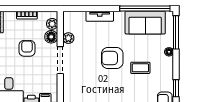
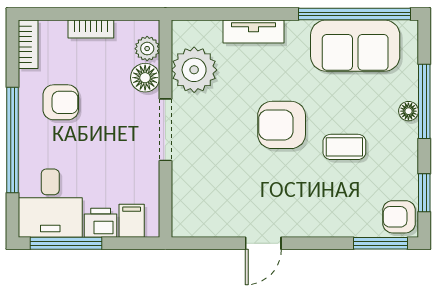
window: (176, 32) -> (424, 101), moved
plant: (68, 38) -> (194, 70), width x1.88, depth x1.88
armchair: (27, 48) -> (61, 102), moved, turned 90

